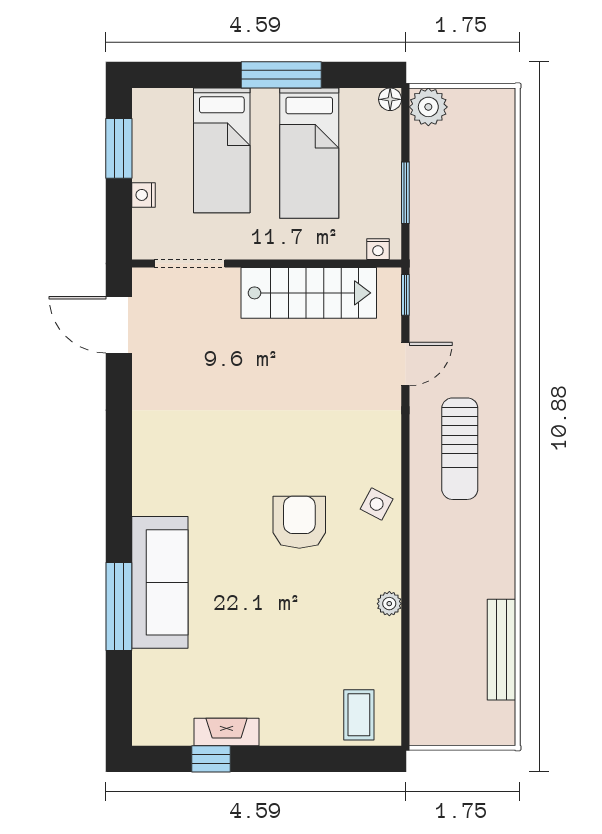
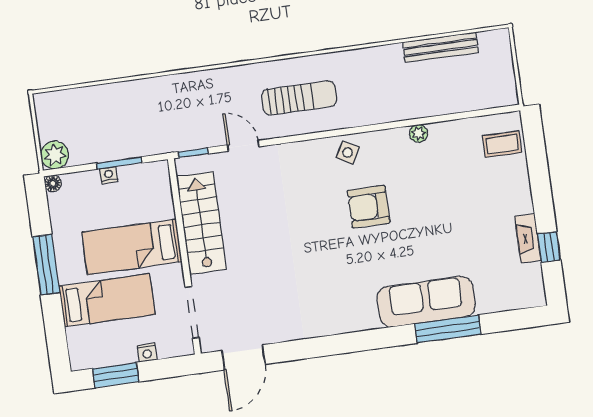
bed: (309, 153) -> (132, 247), moved, turned 180
nightstand: (378, 249) -> (109, 175), moved, turned -90

